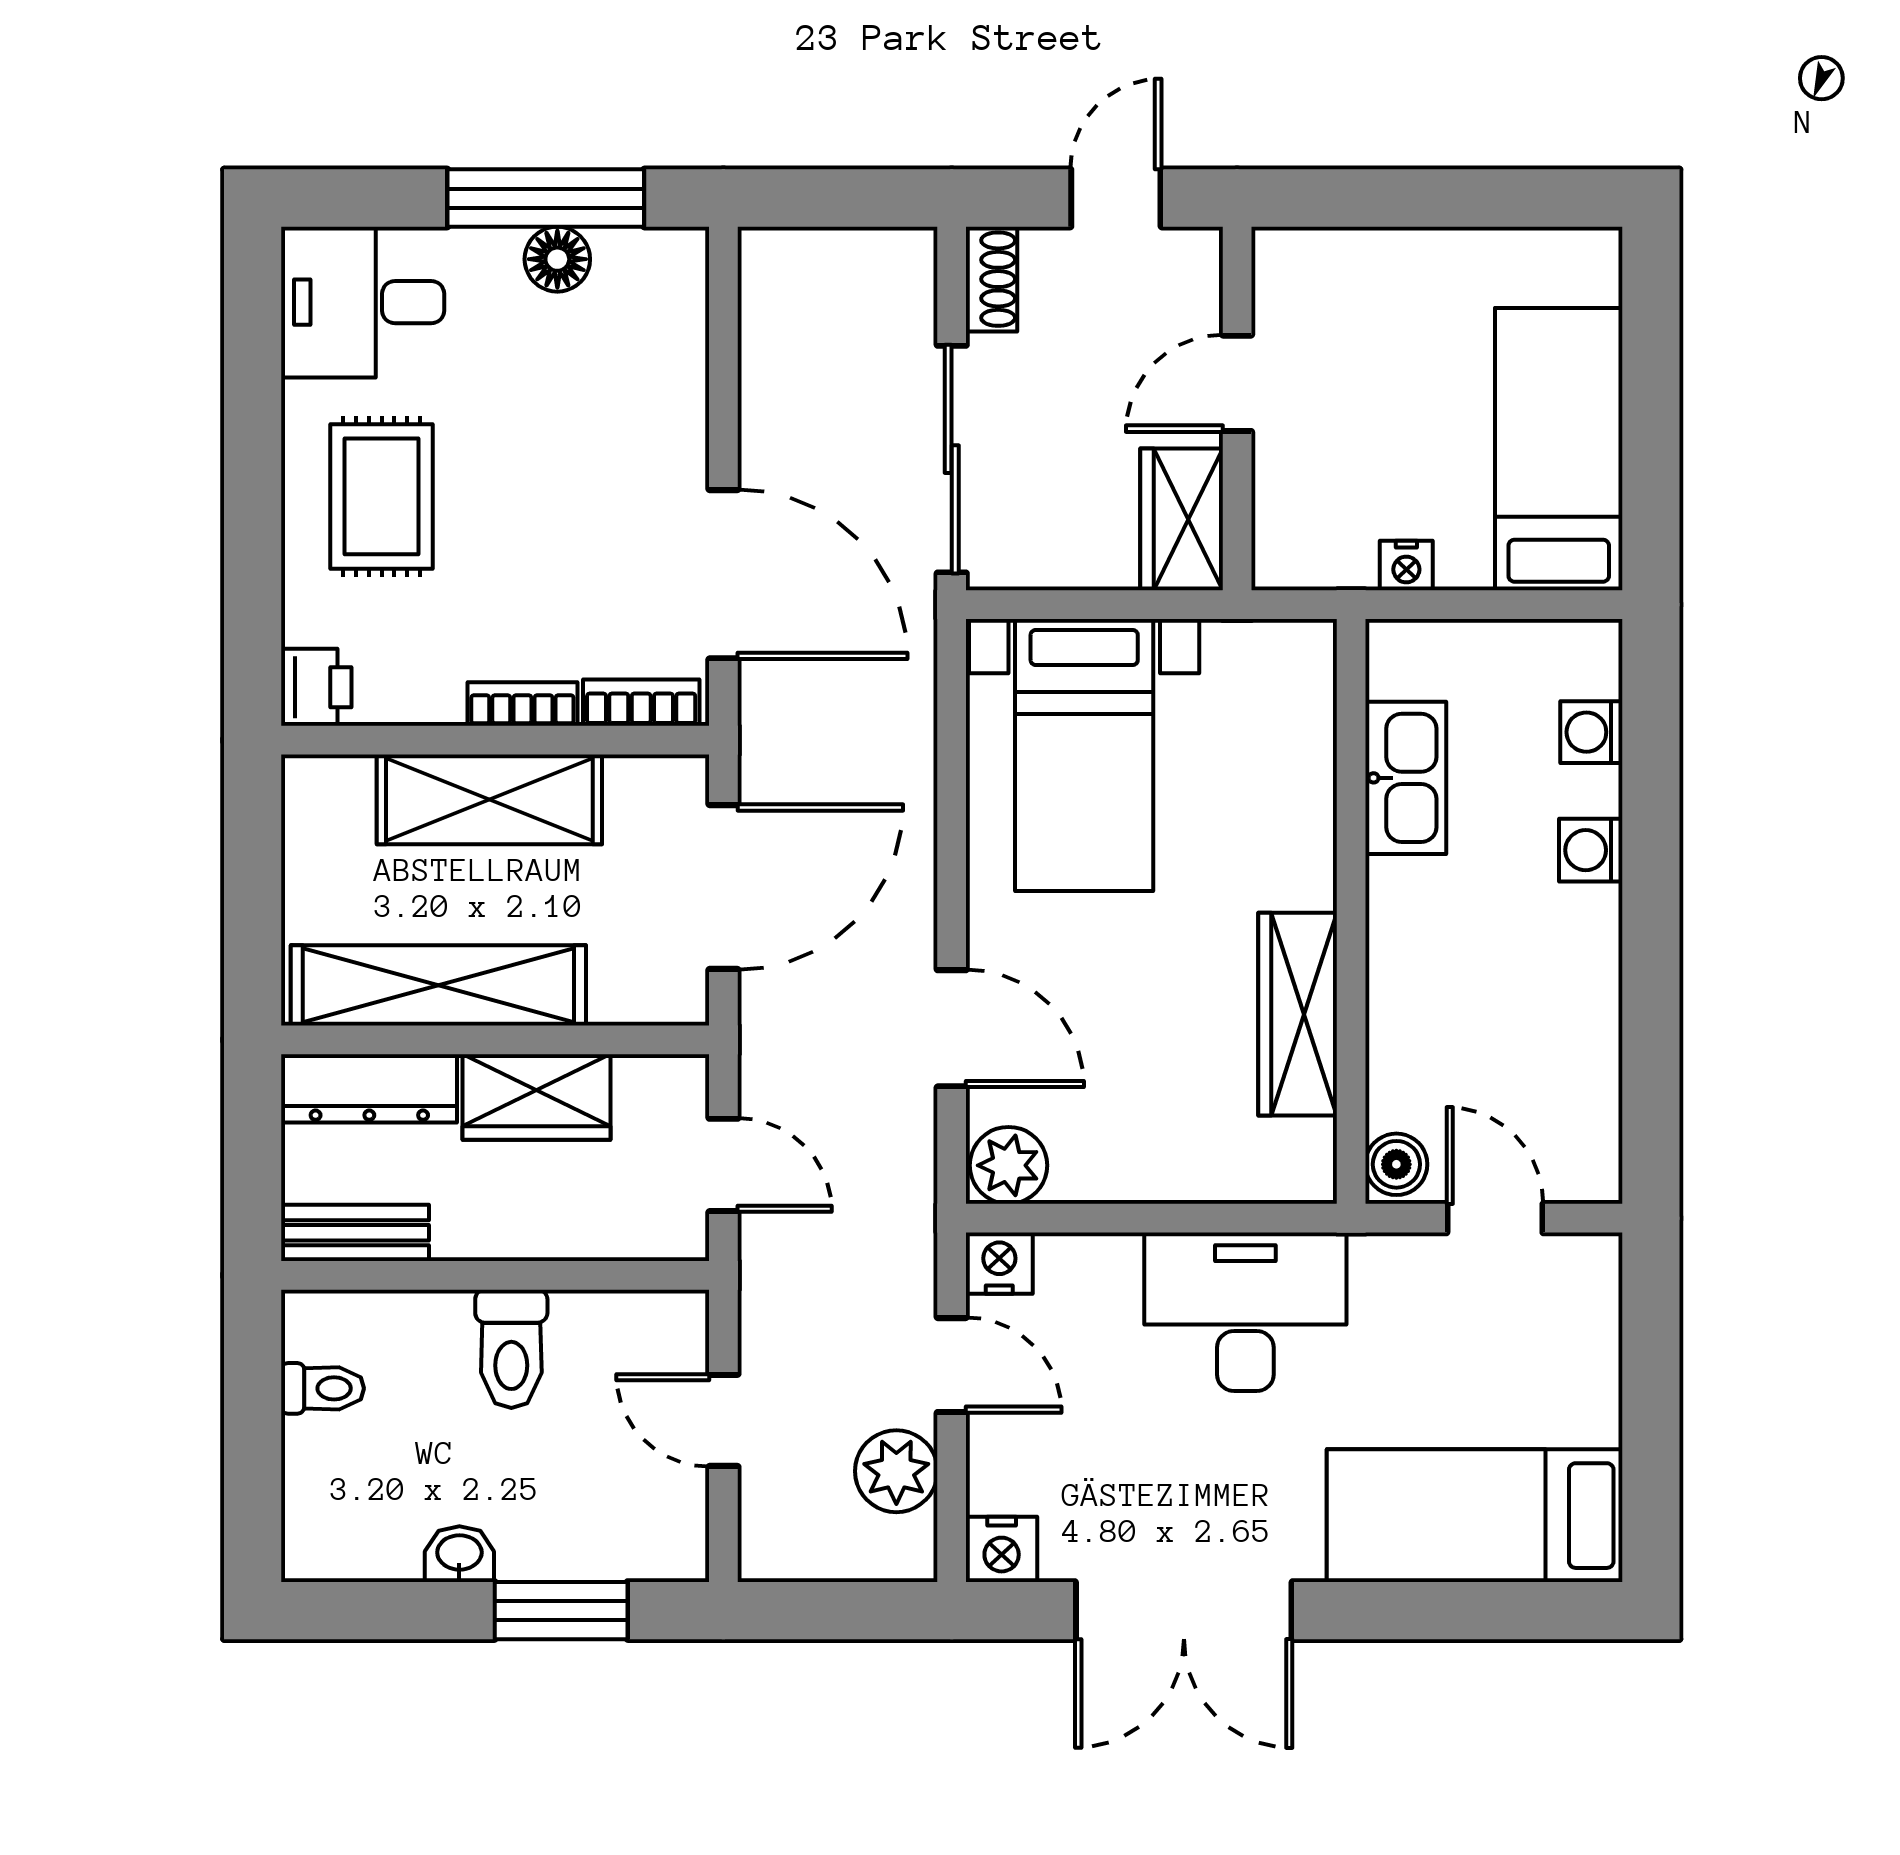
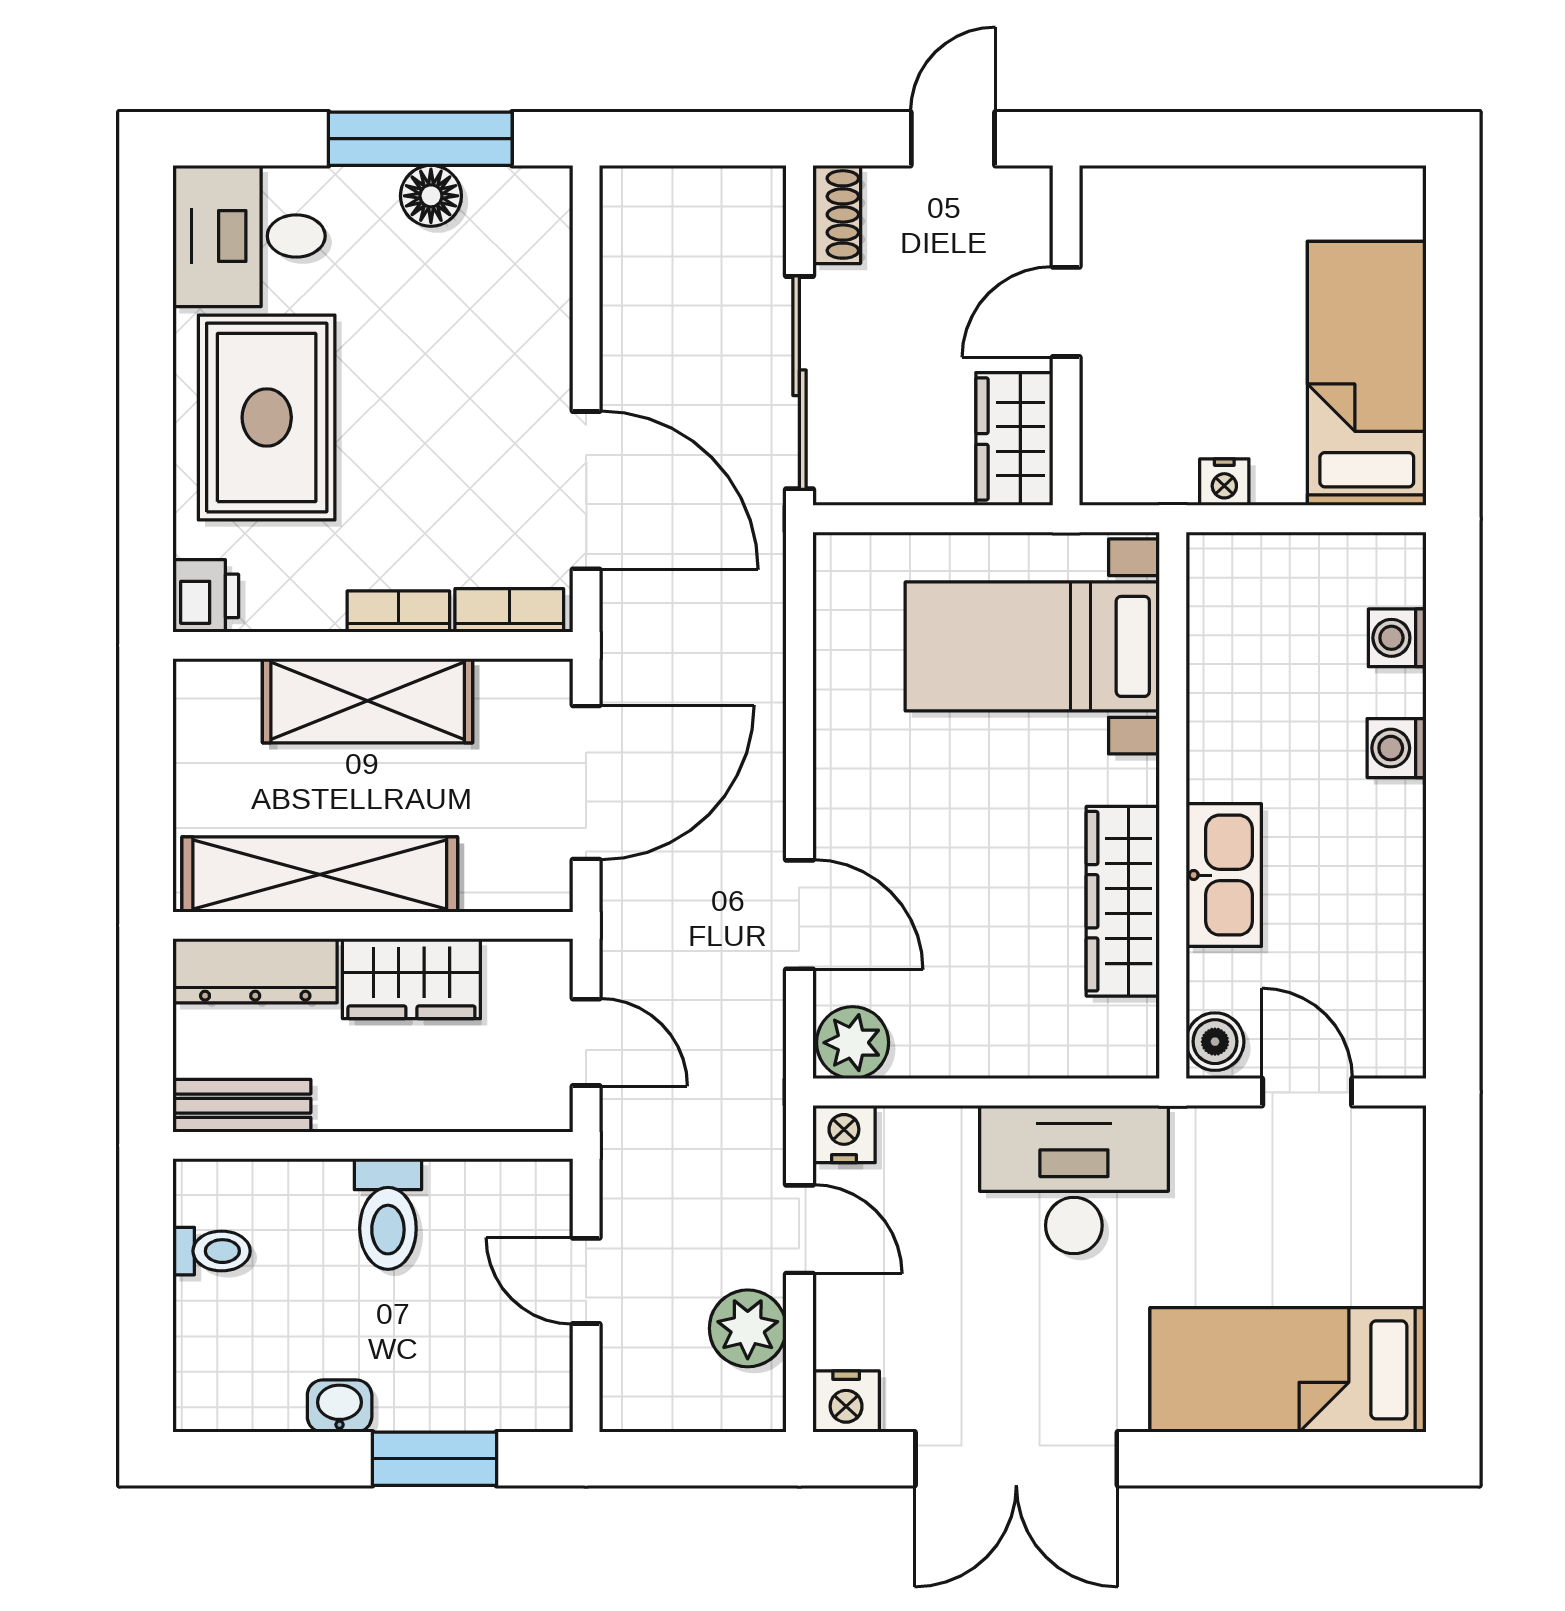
rug: (382, 496) -> (267, 417), width x1.36, depth x1.43
bed with nightstands: (1084, 755) -> (1032, 646), moved, turned 90
kitchen sink: (1406, 778) -> (1224, 875), moved

